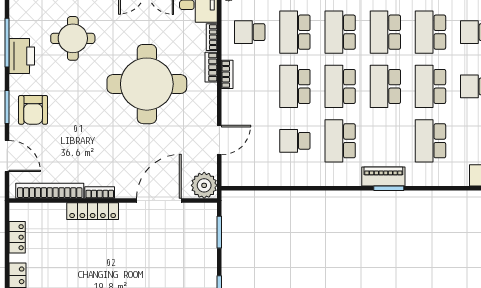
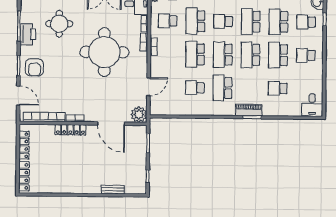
school desk: (340, 32) -> (223, 21), width x0.54
school desk: (430, 141) -> (278, 88), width x0.54
door: (159, 201) -> (111, 124), swing flipped
locker: (17, 237) -> (24, 145), width x1.53

